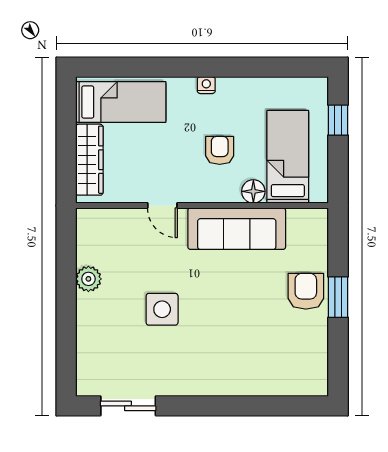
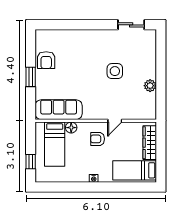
armchair: (220, 150) -> (98, 139), moved, turned 90
door: (162, 206) -> (115, 121), swing flipped
sofa: (237, 229) -> (59, 110), moved
armchair: (306, 291) -> (46, 60), moved

